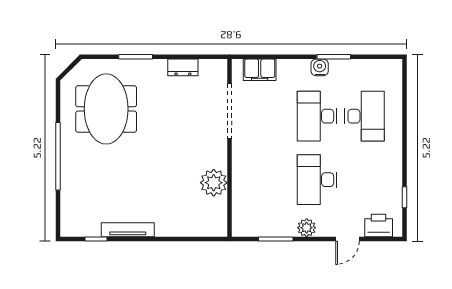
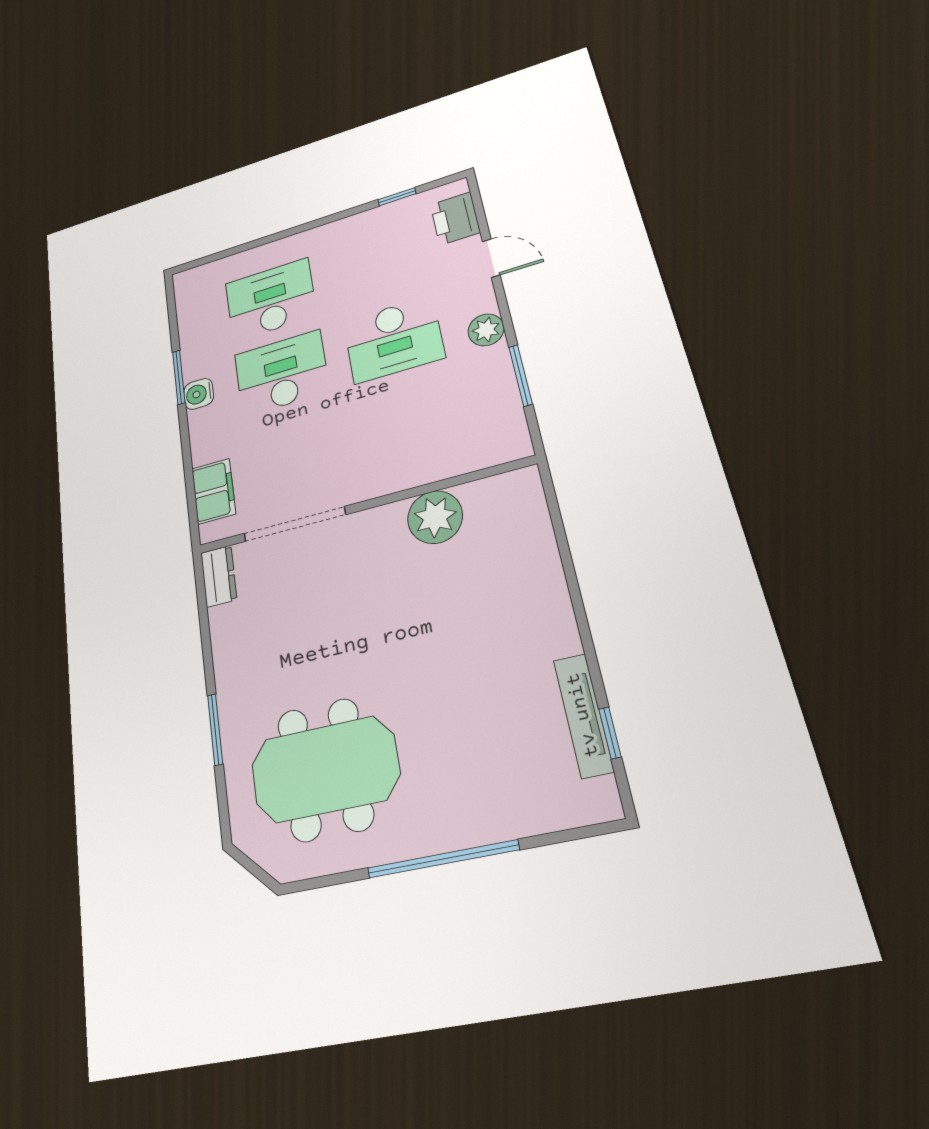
dresser: (183, 67) -> (219, 576), moved
desk: (317, 116) -> (282, 373), turned 180
tv unit: (128, 230) -> (583, 715), moved

